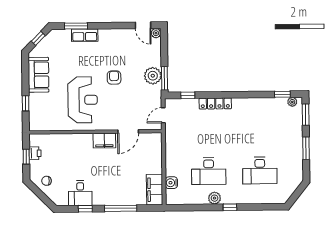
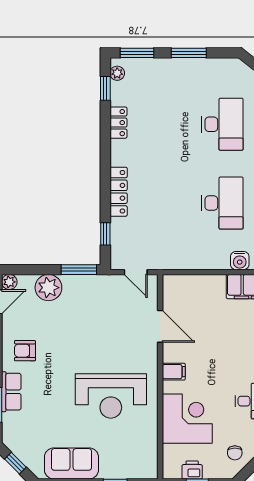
plant: (153, 76) -> (48, 288), moved
armchair: (114, 78) -> (25, 351), moved
reception desk: (83, 100) -> (111, 396), turned 180
locker: (260, 103) -> (118, 123), added
filing cabinet: (104, 141) -> (174, 372), width x0.50
corner desk: (68, 150) -> (187, 419), added

